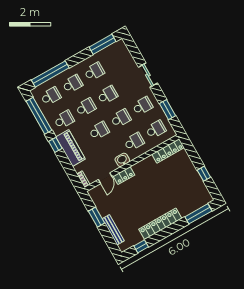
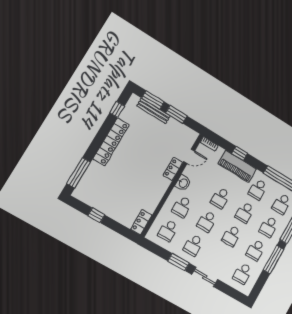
window: (102, 44) -> (273, 260), moved
school desk: (116, 59) -> (243, 273), added
window: (167, 110) -> (178, 262), moved
window: (55, 145) -> (240, 153), moved
locker: (168, 151) -> (141, 222), width x0.66
door: (105, 178) -> (189, 156), swing flipped
window: (109, 239) -> (153, 100), added

